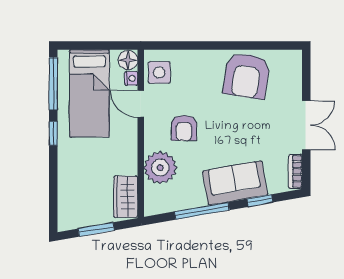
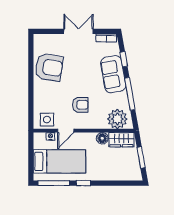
floor lamp: (128, 60) -> (102, 138), moved
plant: (160, 168) -> (117, 119), moved

